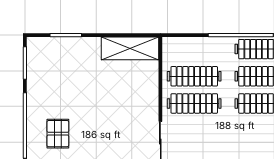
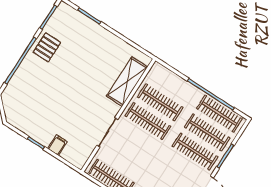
shelving: (130, 48) -> (127, 82), moved, turned 90
pallet: (58, 134) -> (47, 47), moved

